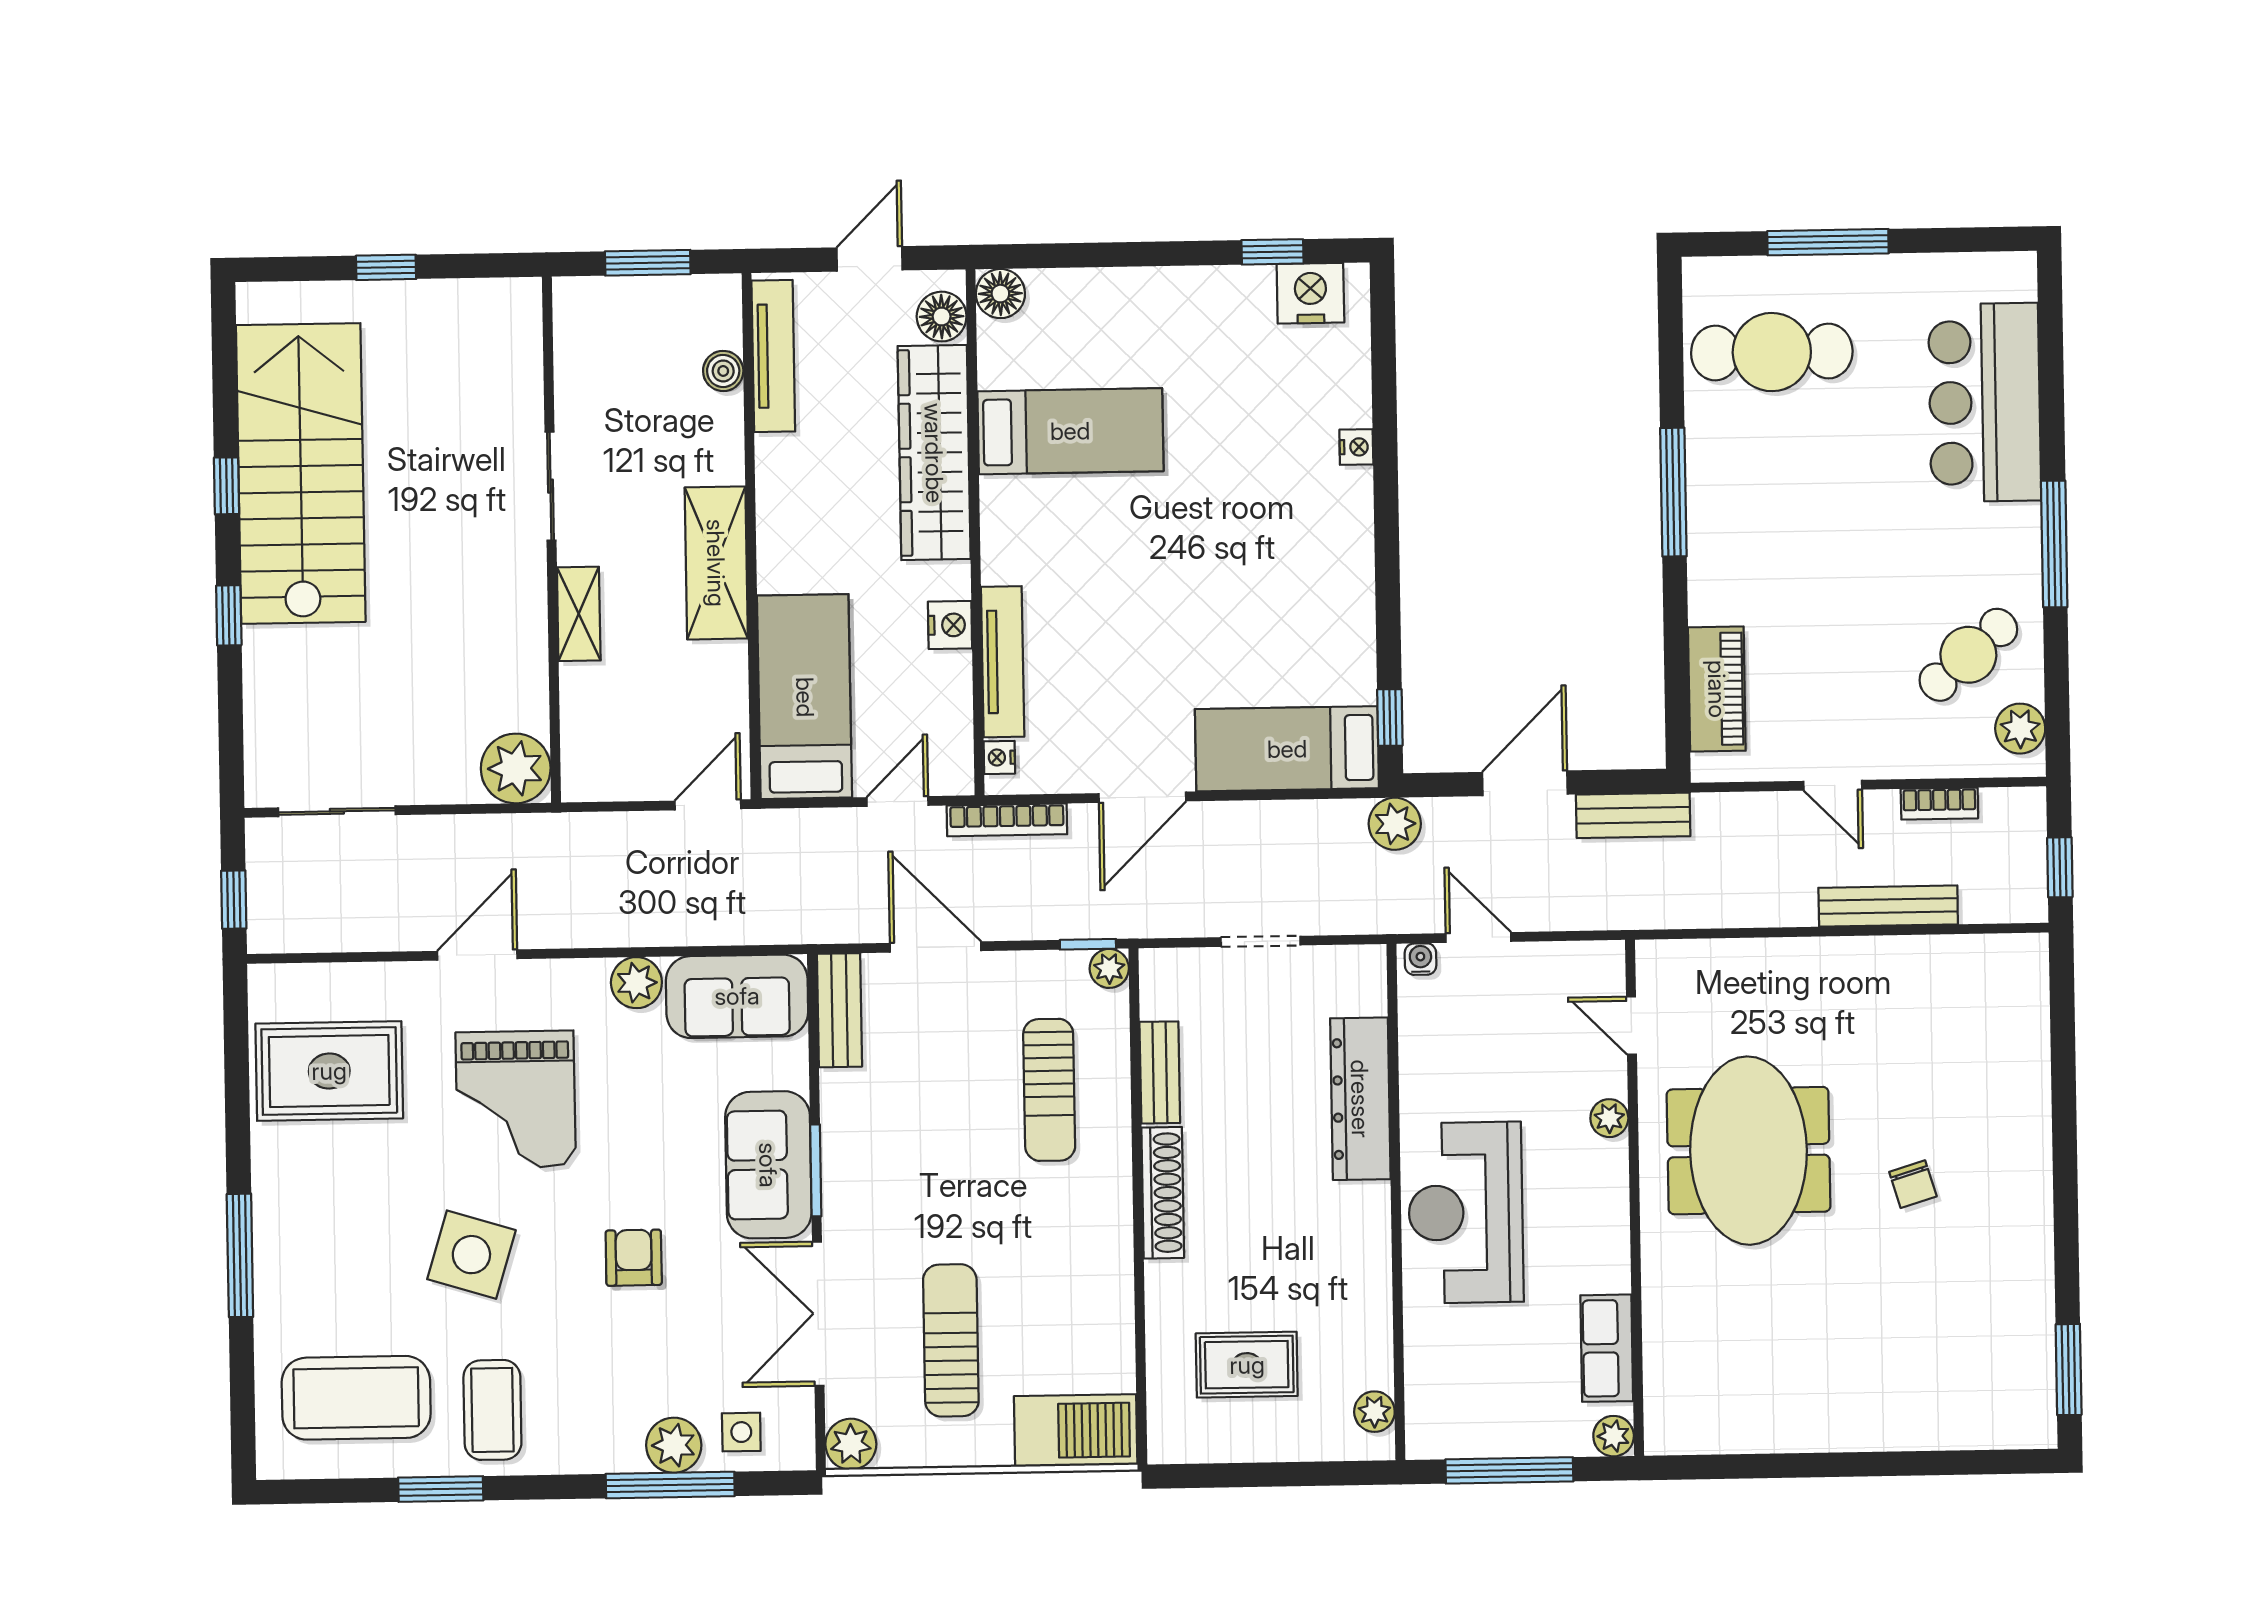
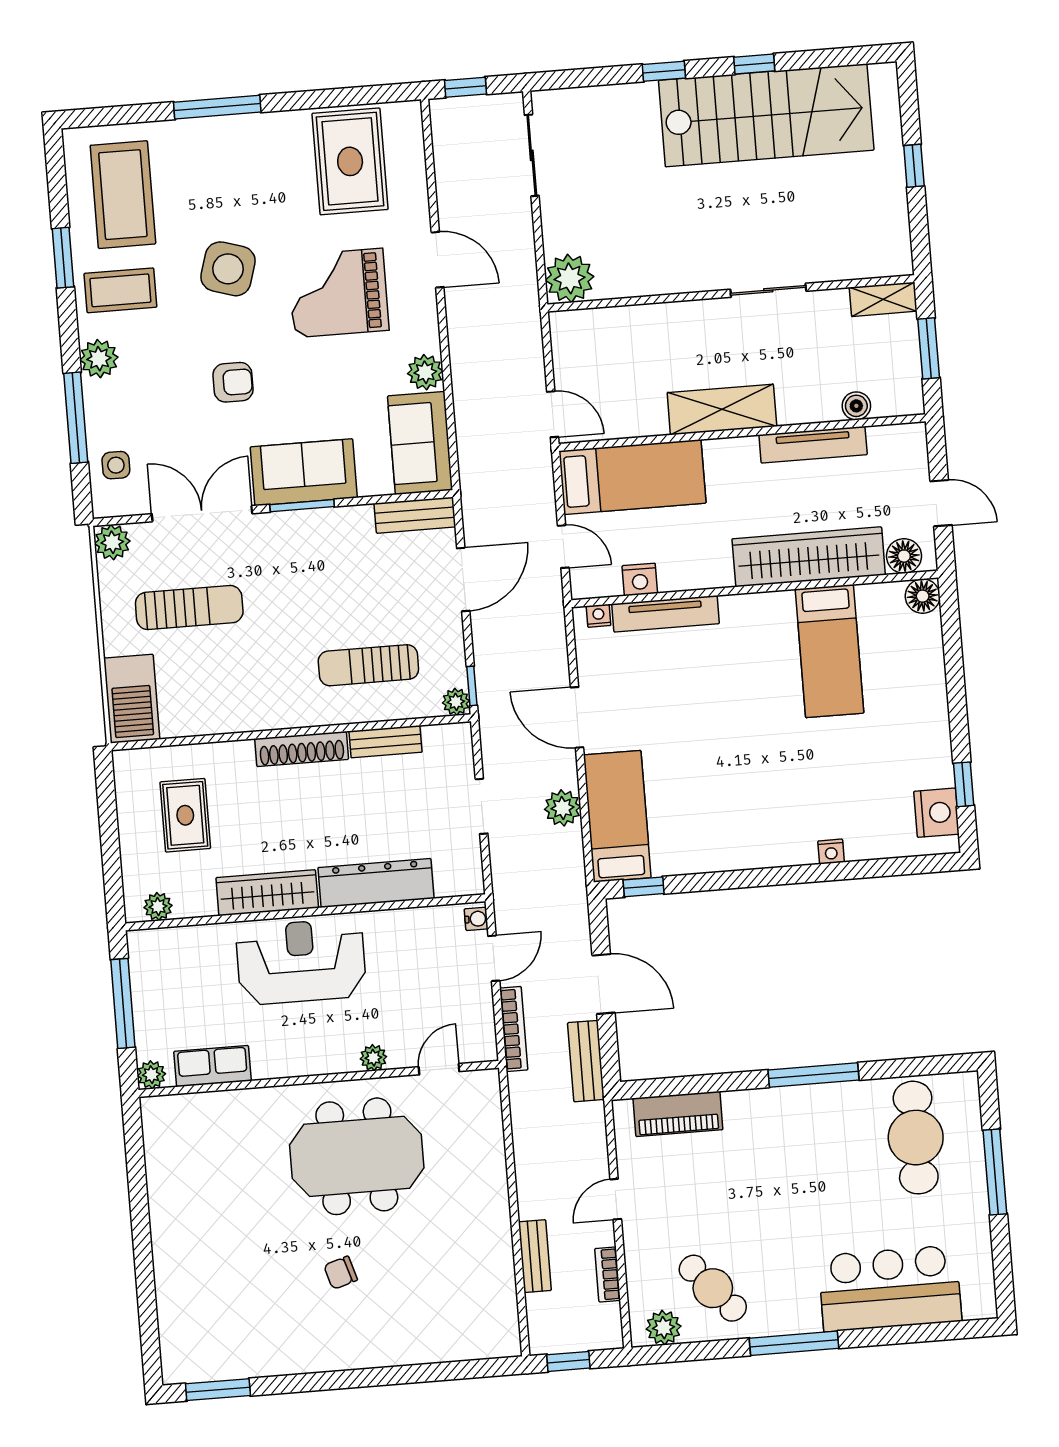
tv unit: (773, 356) -> (813, 445), moved
shelving: (579, 614) -> (883, 299), moved
nightstand: (950, 625) -> (640, 579), moved
bookcase: (1007, 820) -> (514, 1029), moved, turned 180
plant: (1395, 824) -> (563, 808), moved
bench: (1888, 906) -> (535, 1256), width x0.73
wardrobe: (1364, 1255) -> (267, 893), added
plant: (674, 1445) -> (99, 359), moved

